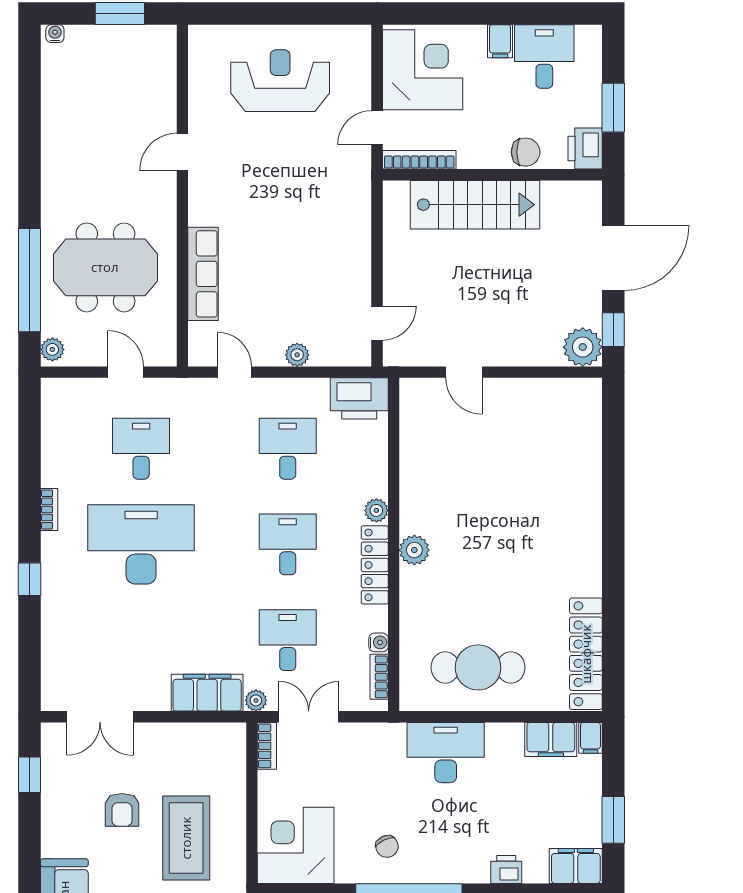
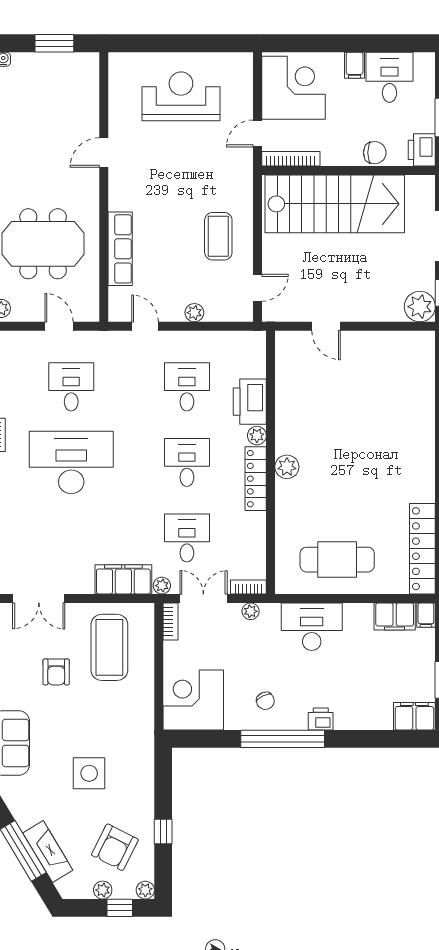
stairs: (475, 205) -> (335, 204), width x1.36, depth x1.51
coffee table: (327, 258) -> (218, 236), added
printer: (359, 398) -> (250, 402), moved, turned 90
water cooler: (379, 642) -> (259, 540), removed
bookcase: (379, 677) -> (248, 587), moved, turned 90
plant: (368, 733) -> (251, 611), added
coffee table: (186, 838) -> (109, 647), moved
printer: (506, 869) -> (321, 719), moved

